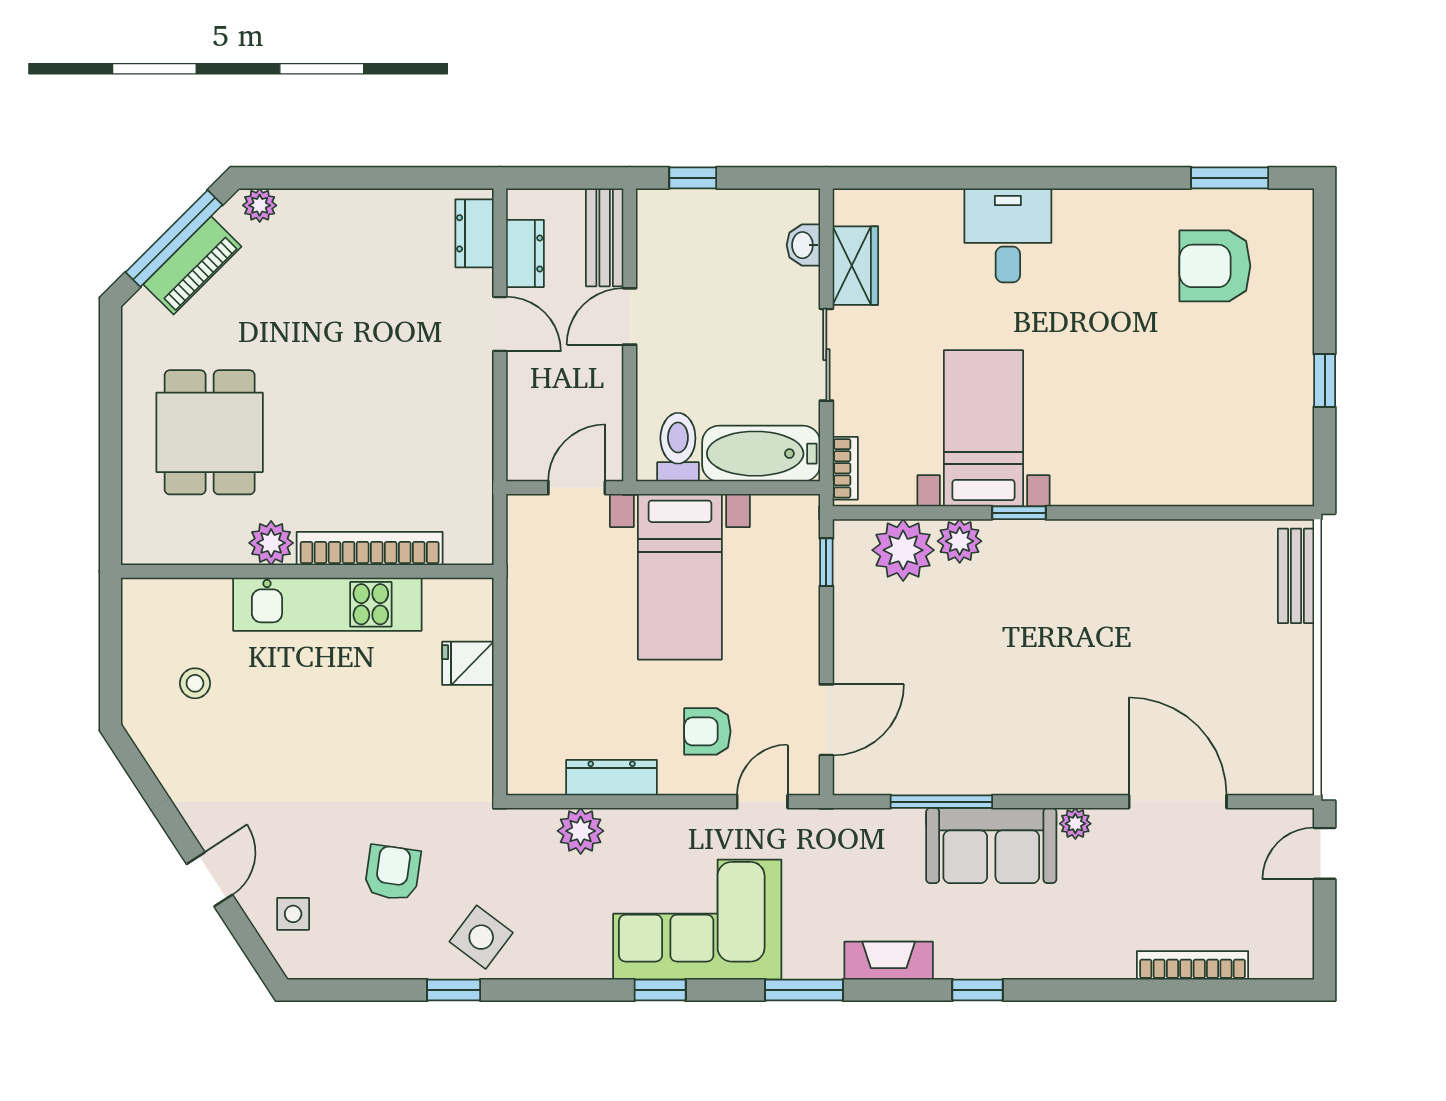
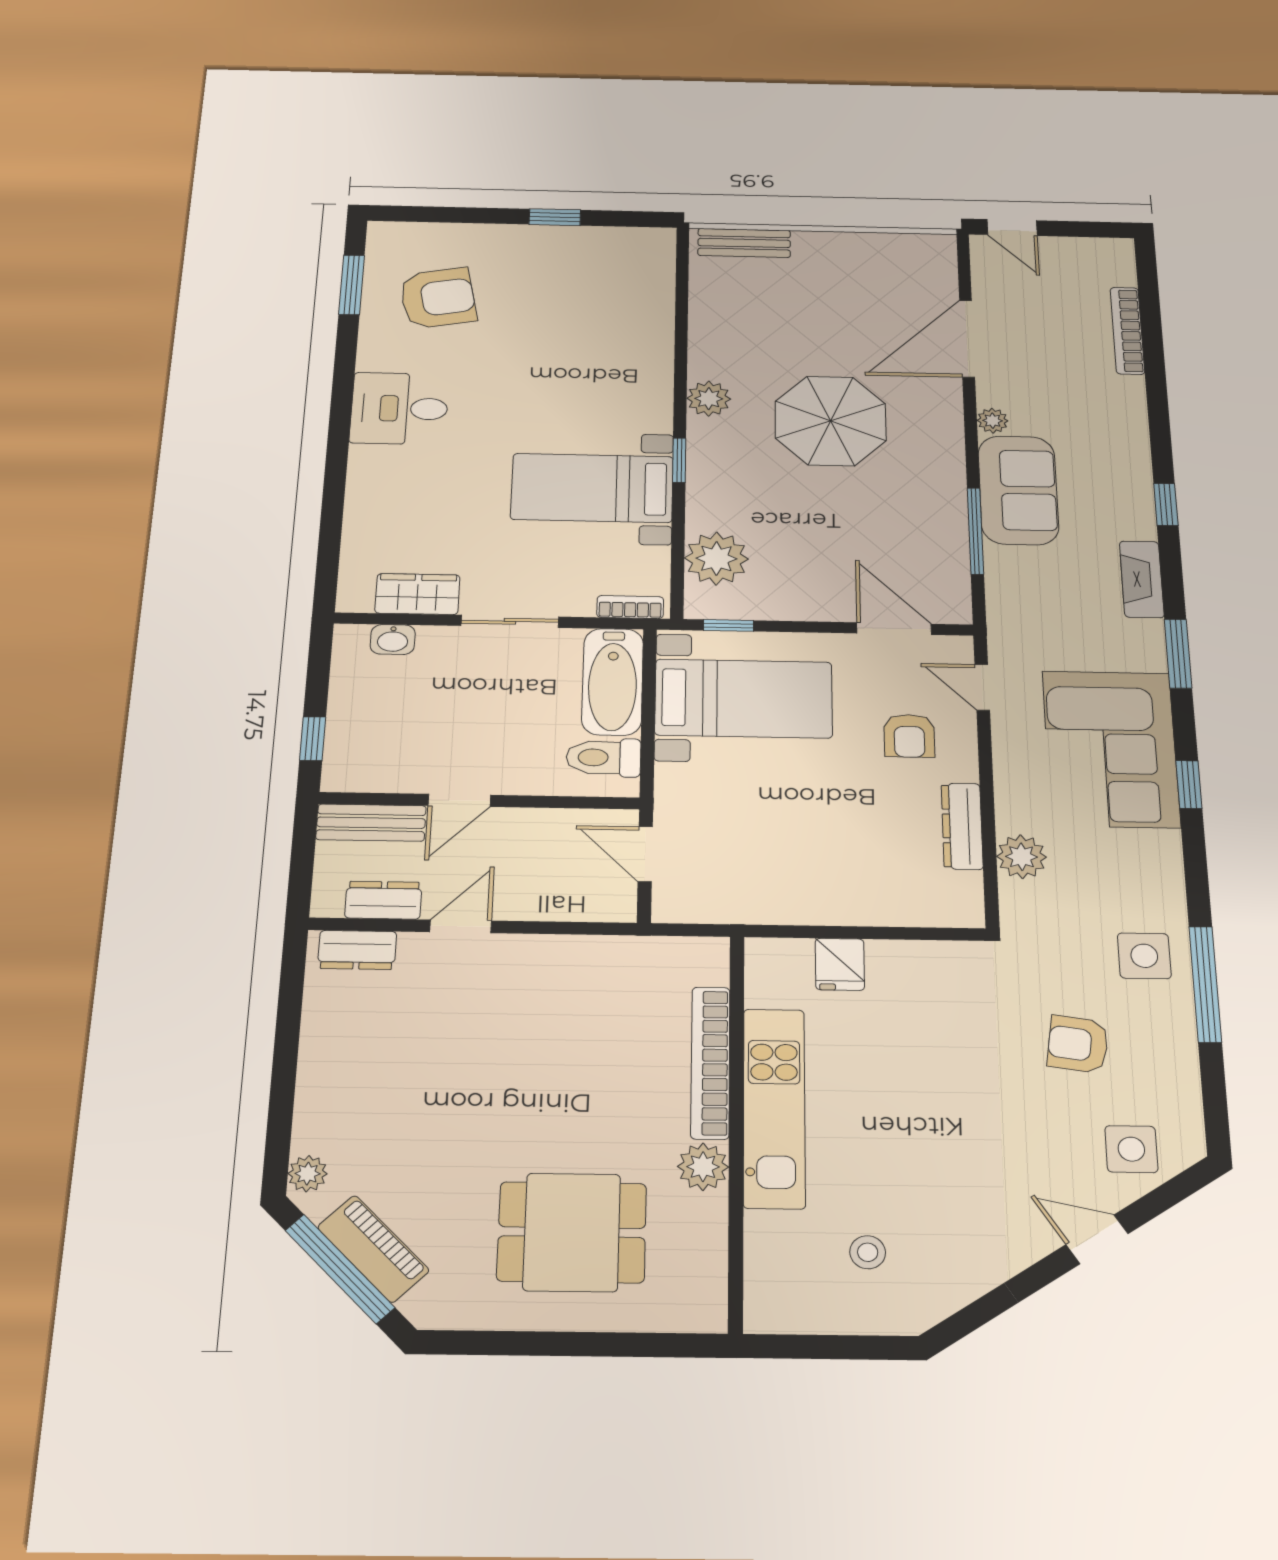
desk: (1008, 235) -> (399, 408), moved
armchair: (1215, 266) -> (438, 298), turned -101
door: (630, 316) -> (459, 800), hinge flipped
plant: (960, 541) -> (709, 399), moved
bed with nightstands: (680, 577) -> (744, 698), moved
parasol: (1071, 662) -> (831, 421), added
side table: (293, 914) -> (1131, 1149), width x1.37, depth x1.37
side table: (481, 937) -> (1144, 956), turned -37
window: (454, 990) -> (1205, 984), width x2.17

